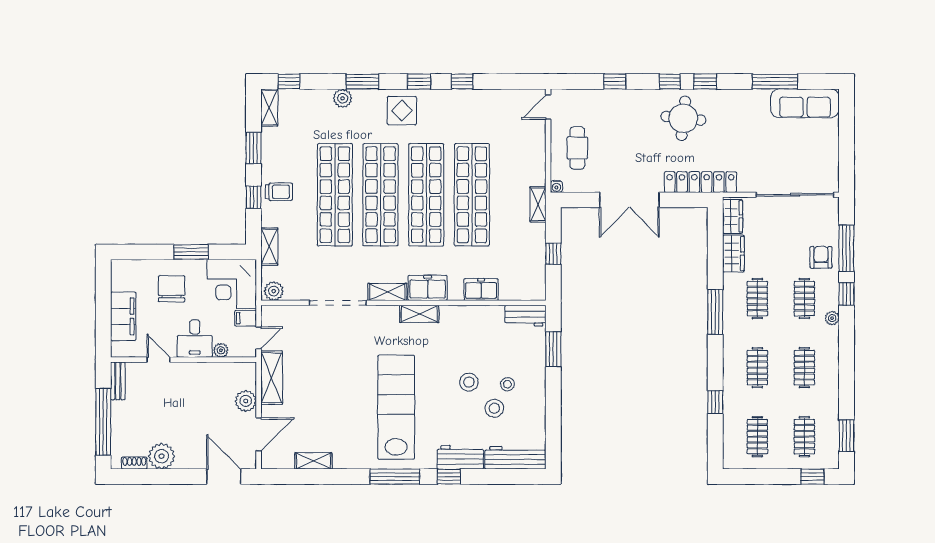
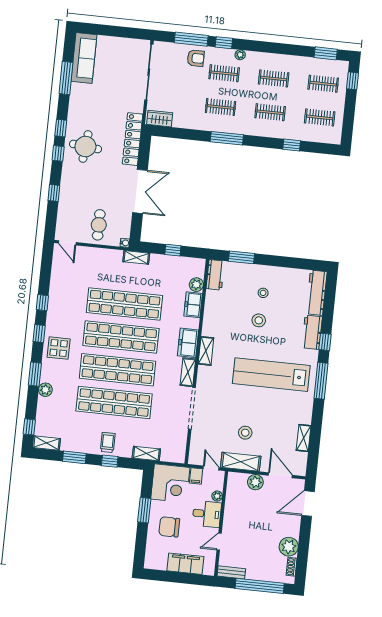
cafe table: (577, 148) -> (99, 225), turned 90
wardrobe: (733, 254) -> (186, 121), removed
armchair: (821, 257) -> (196, 58), turned 180
plant: (274, 291) -> (196, 285), moved
stool: (494, 408) -> (245, 433), moved

